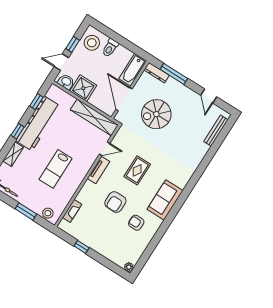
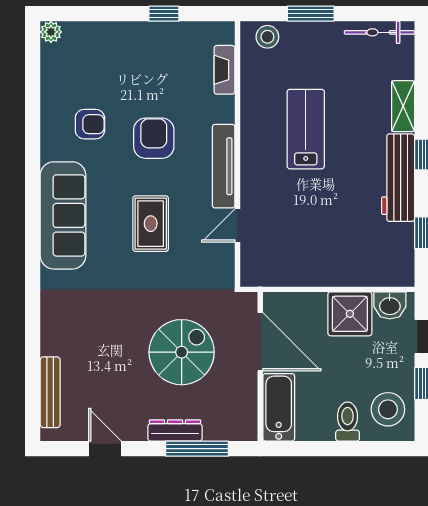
dresser: (157, 73) -> (175, 430), moved
shelving: (94, 117) -> (294, 272), removed
workbench: (38, 123) -> (398, 178), width x0.73, depth x0.76
tv unit: (99, 170) -> (224, 166), width x1.41
sofa: (165, 200) -> (63, 215), width x1.36

